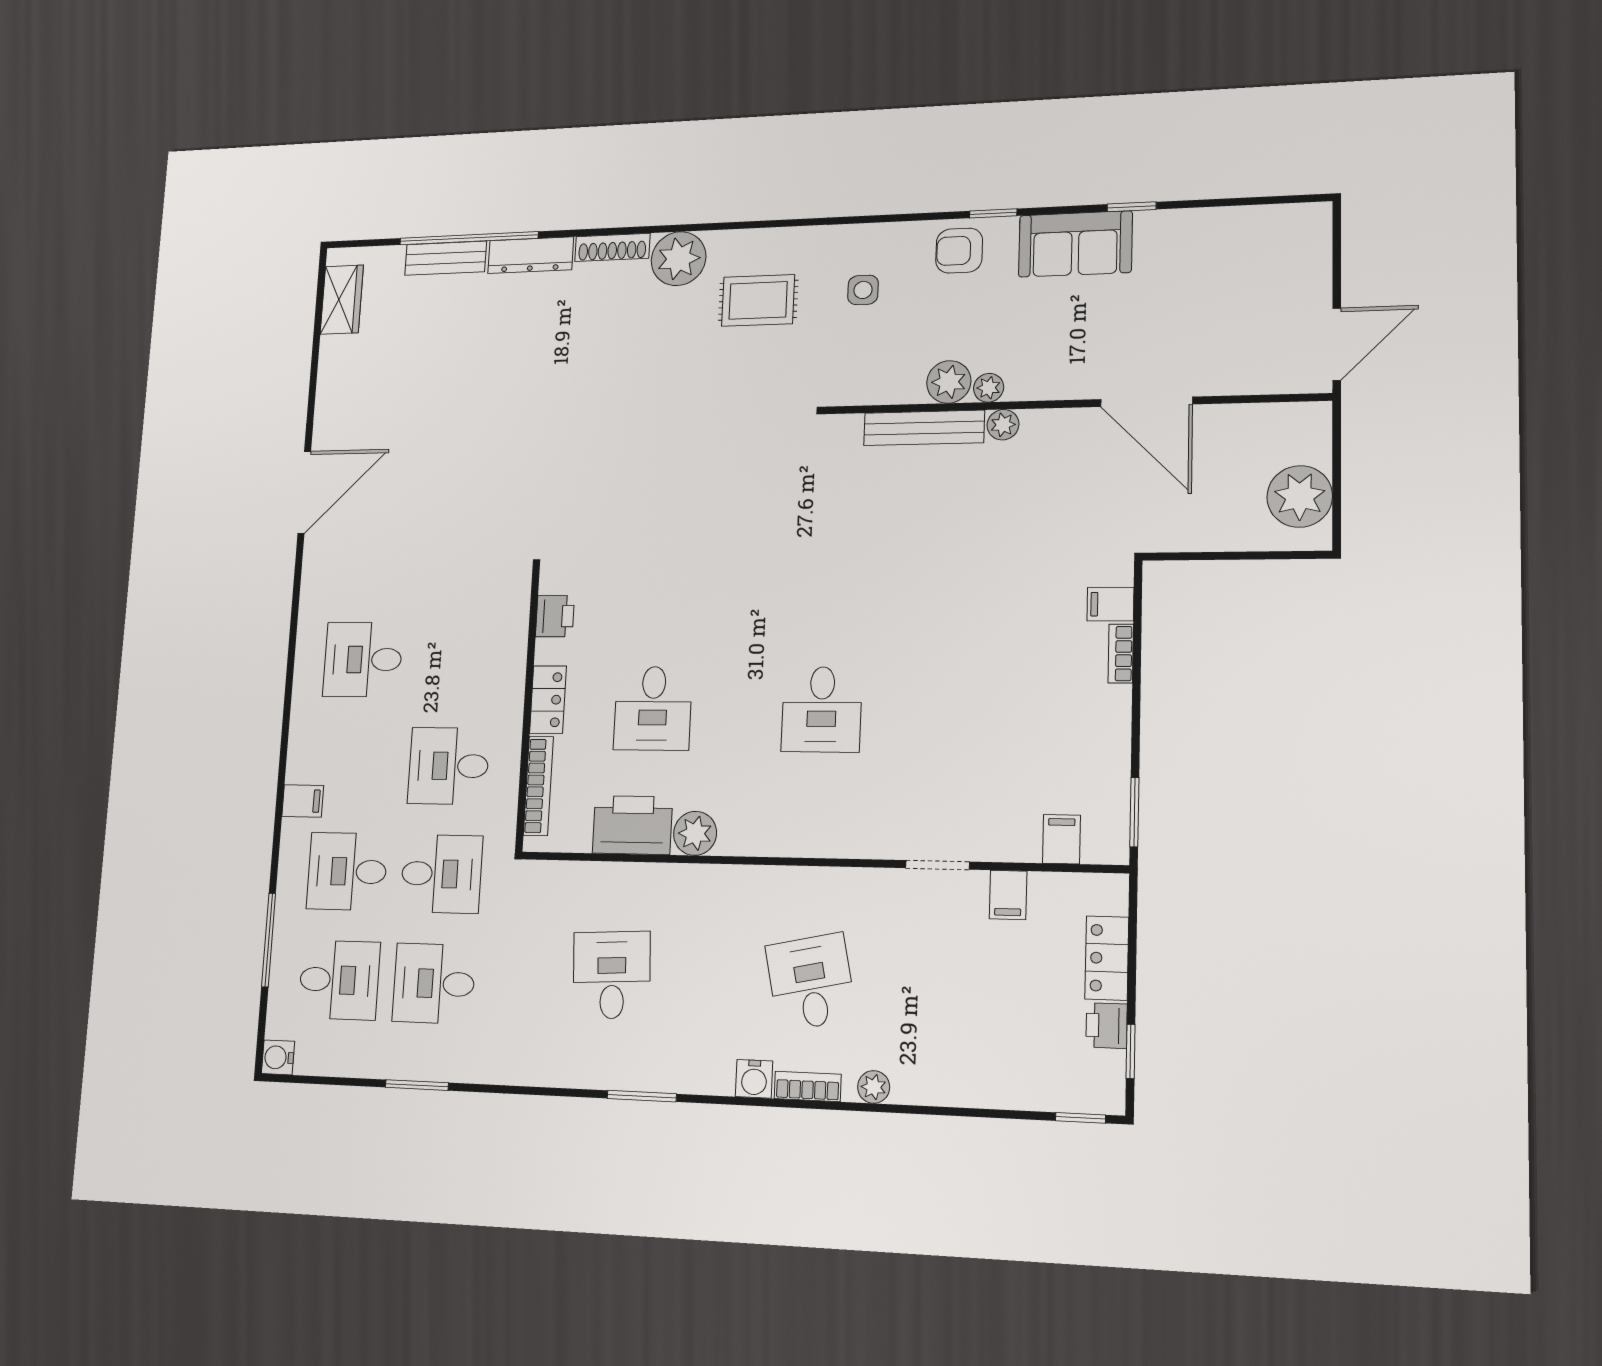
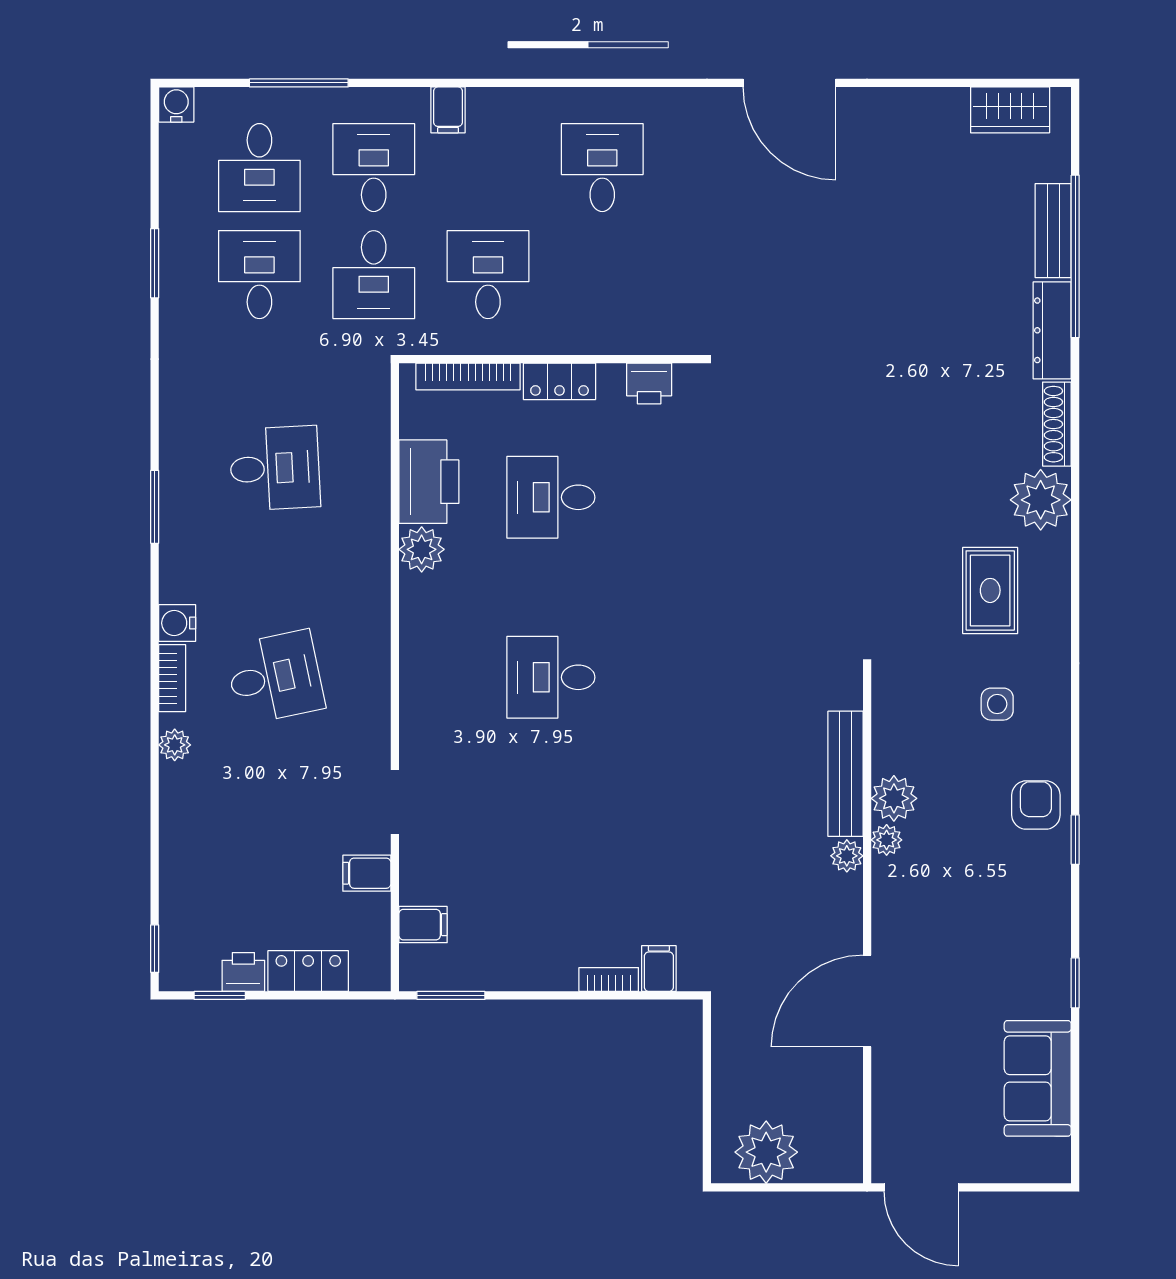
sofa: (1075, 244) -> (1038, 1078), moved

